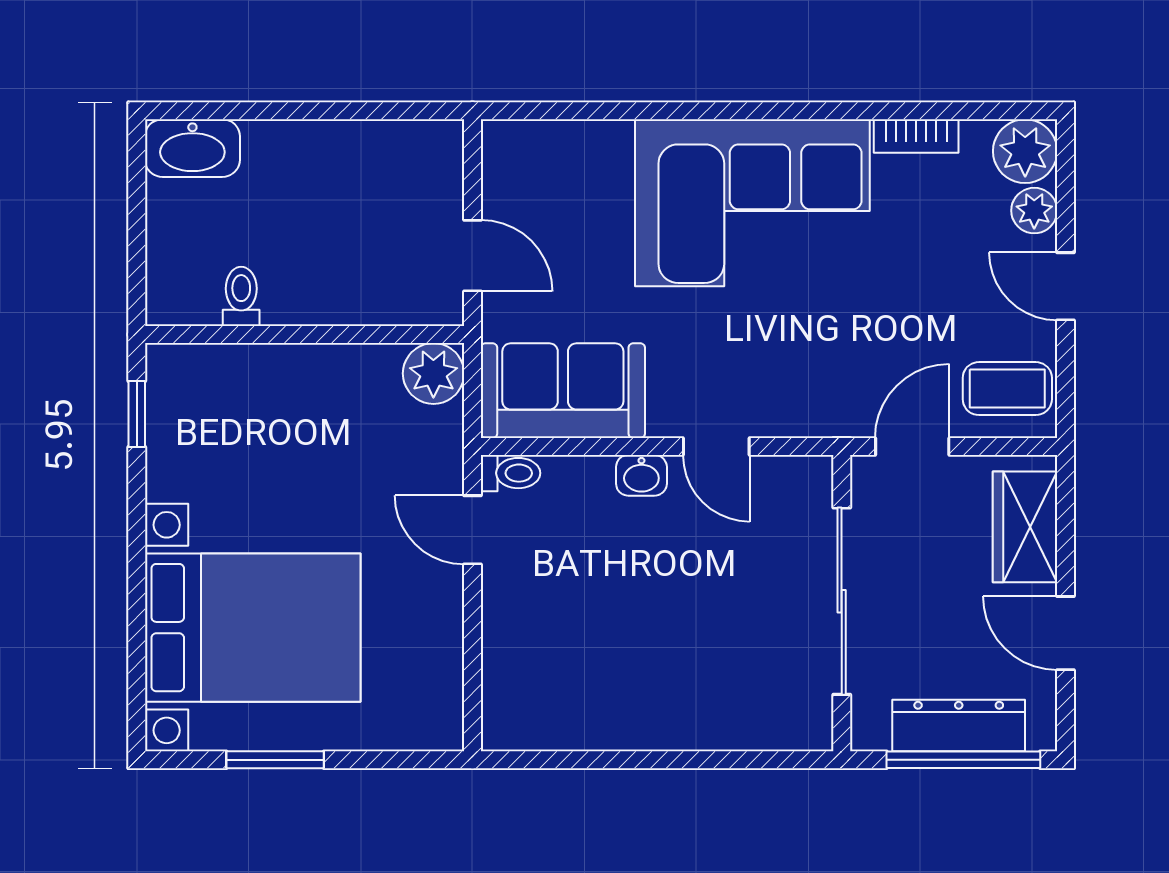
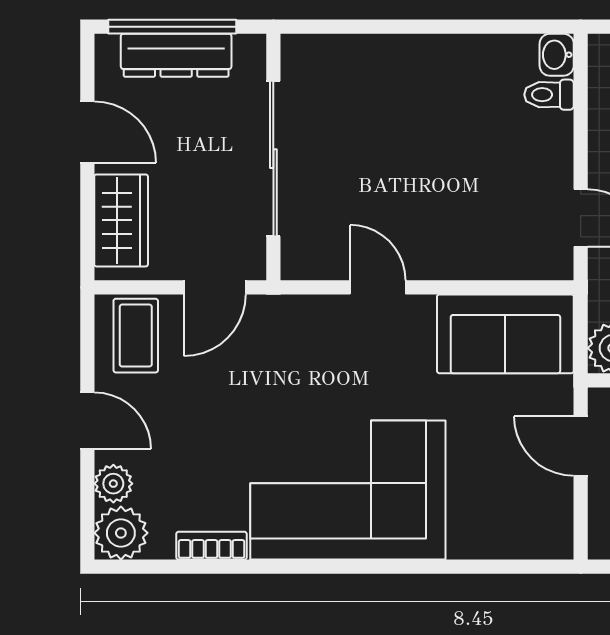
coffee table: (1007, 389) -> (136, 336), turned 90
toilet: (510, 473) -> (549, 95), moved
washbasin: (641, 475) -> (557, 55), moved, turned -90

